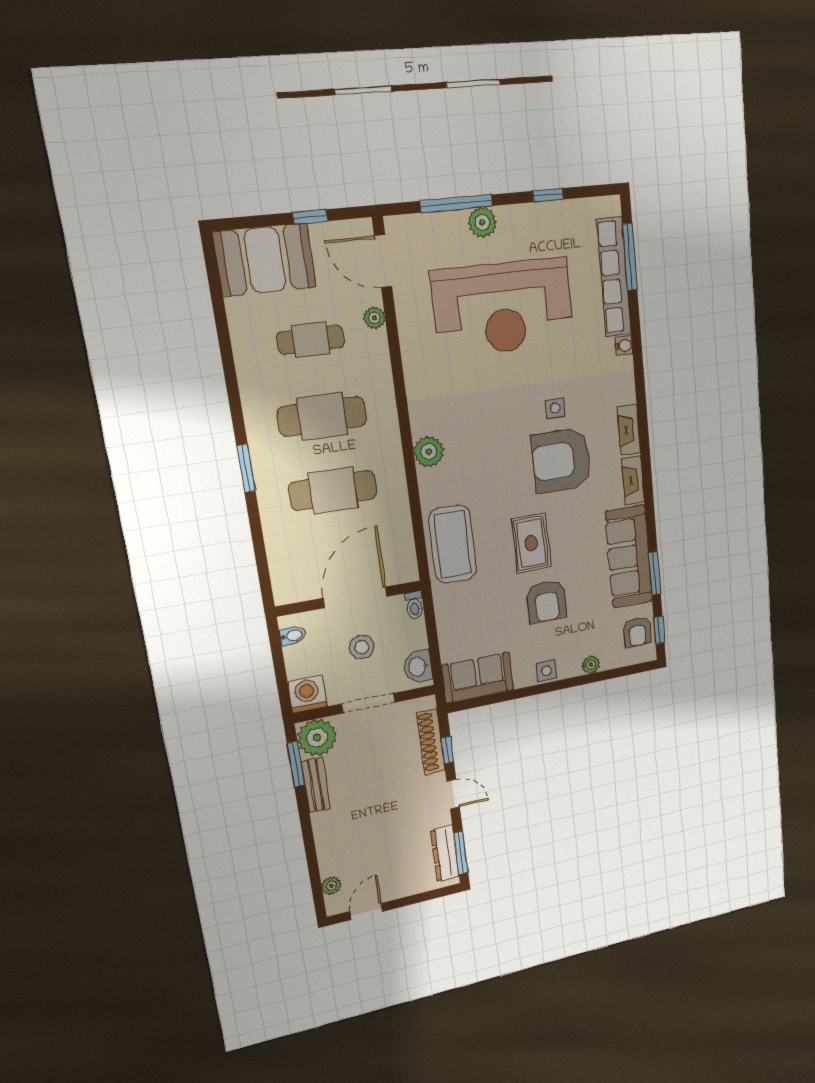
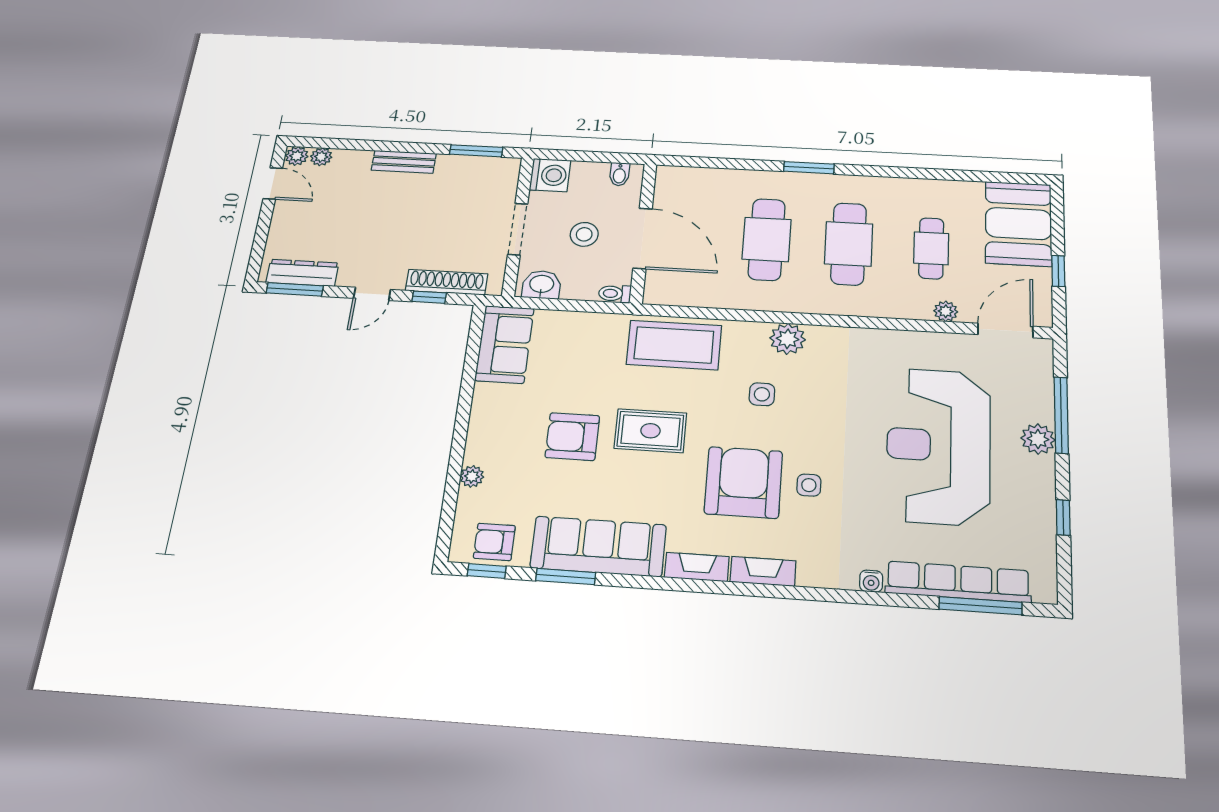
side table: (546, 671) -> (762, 394), moved
plant: (317, 738) -> (297, 156), moved, width x0.53, depth x0.53
bench: (316, 785) -> (404, 162), moved

